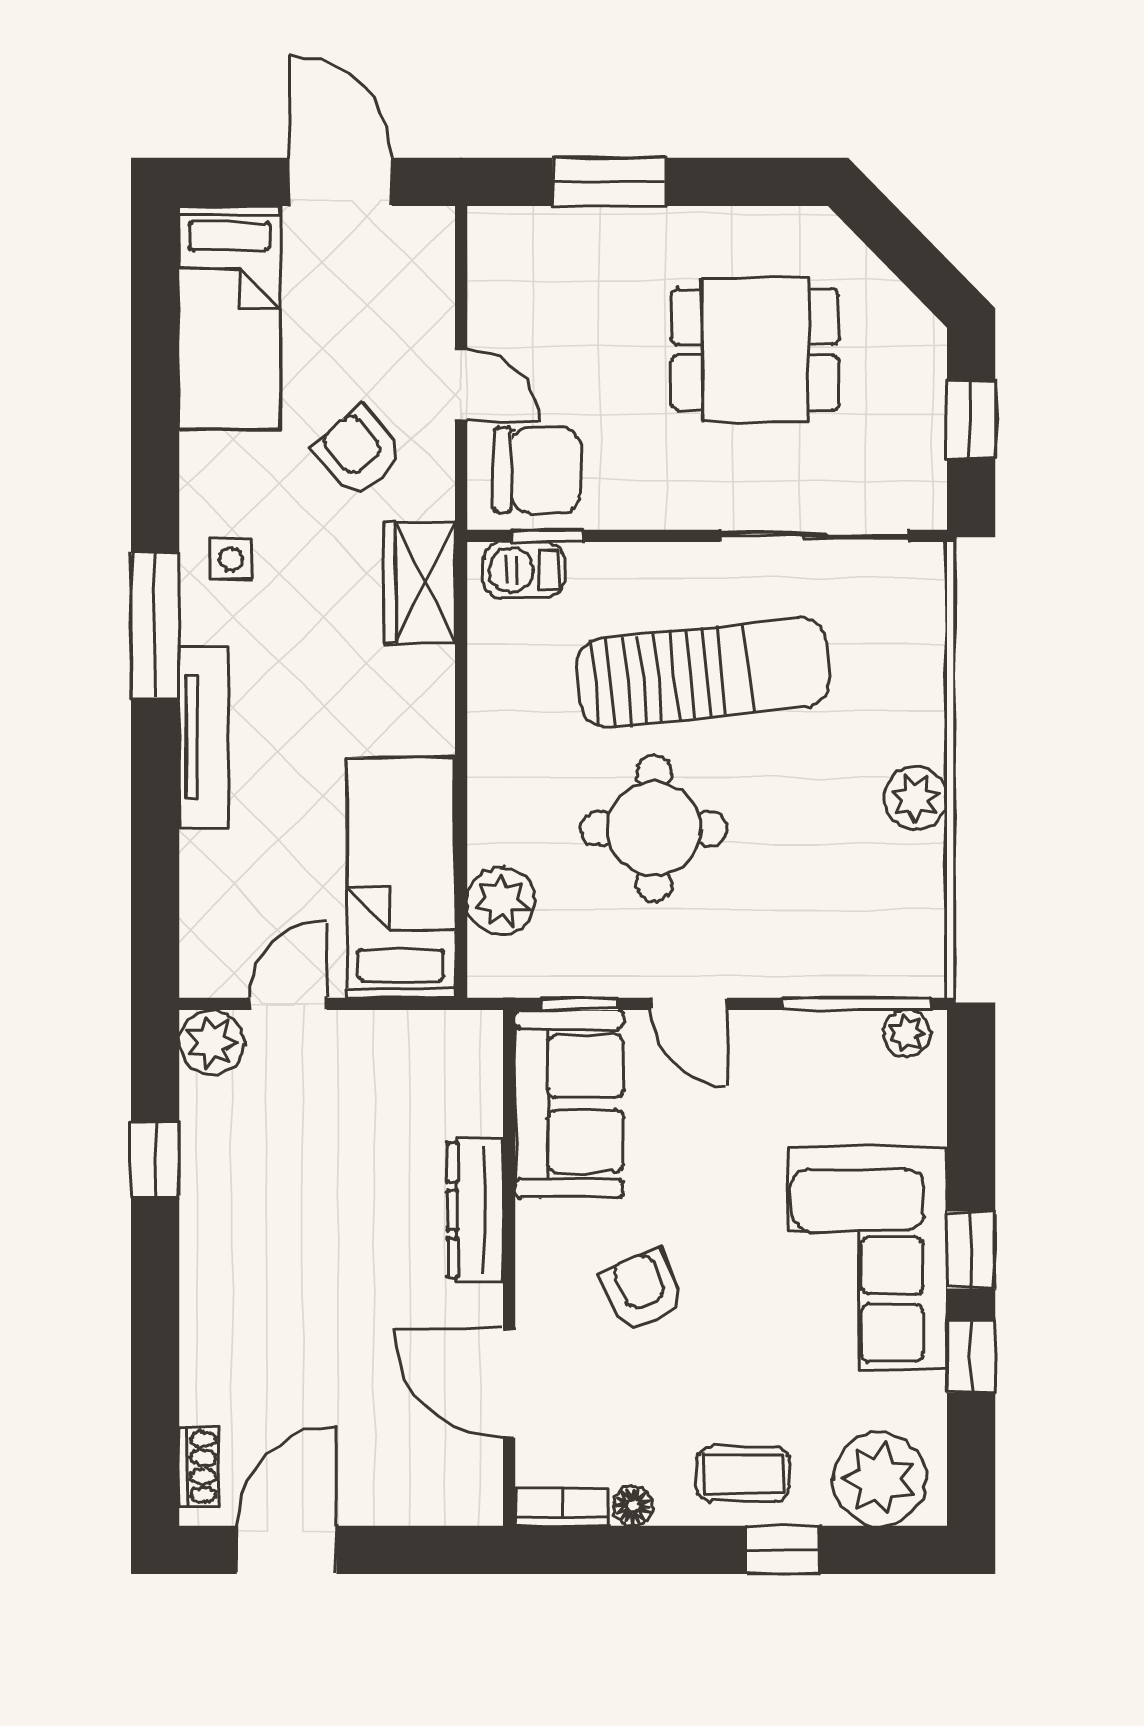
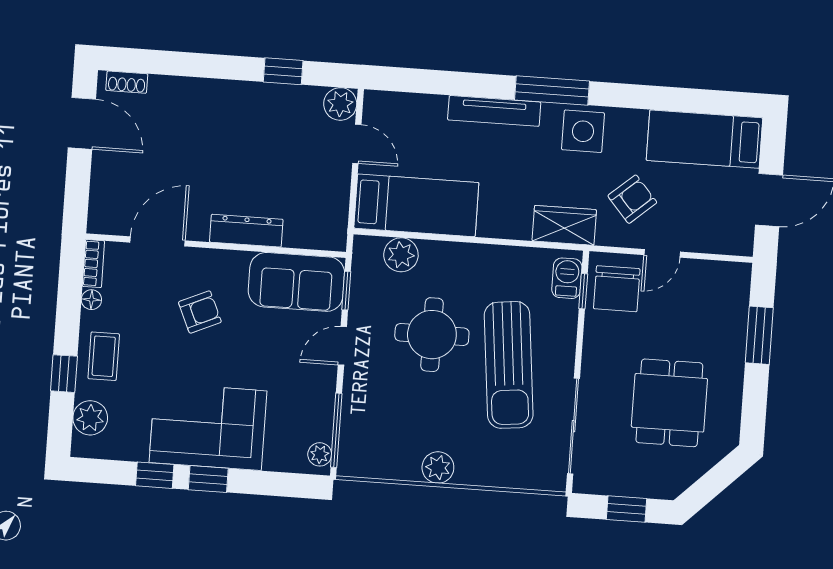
side table: (231, 559) -> (583, 131), width x1.87, depth x1.87
plant: (879, 1479) -> (90, 418), width x0.73, depth x0.73

